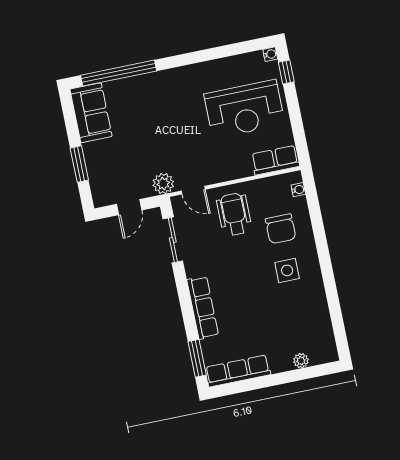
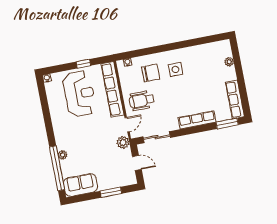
window: (286, 72) -> (83, 64), moved
plant: (141, 82) -> (63, 155), added
row of seats: (275, 160) -> (112, 89), width x2.02

